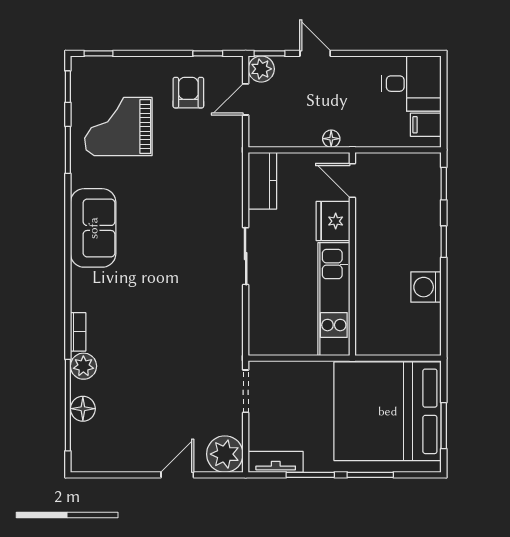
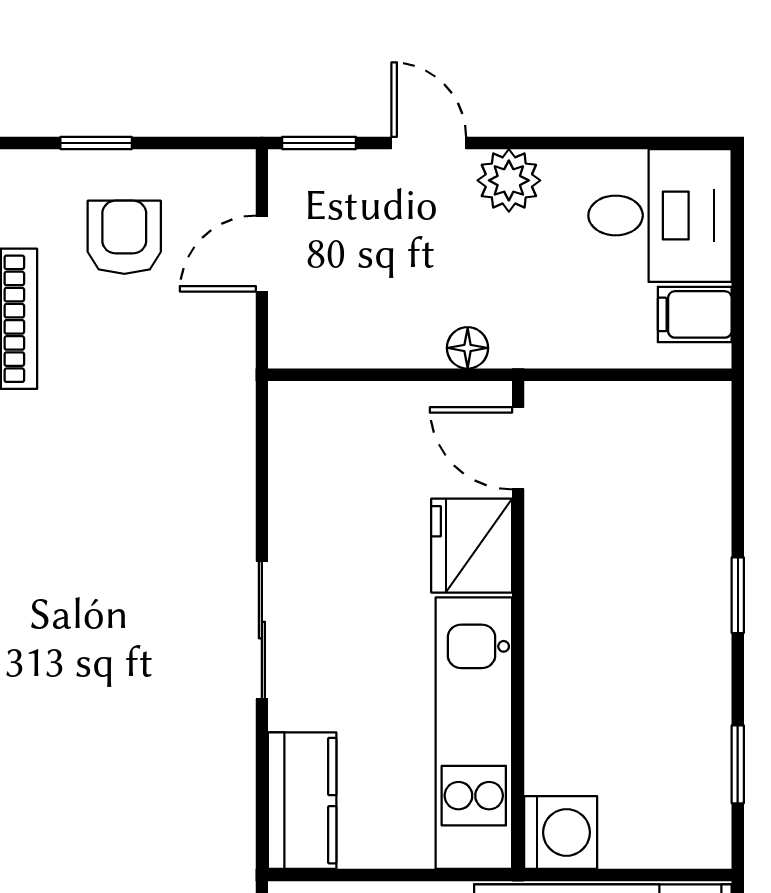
window: (208, 53) -> (96, 143), moved
plant: (261, 69) -> (509, 180), moved
kitchen counter: (262, 181) -> (302, 801), moved
window: (444, 184) -> (738, 764), moved
washing machine: (426, 287) -> (561, 832), moved, turned 180

